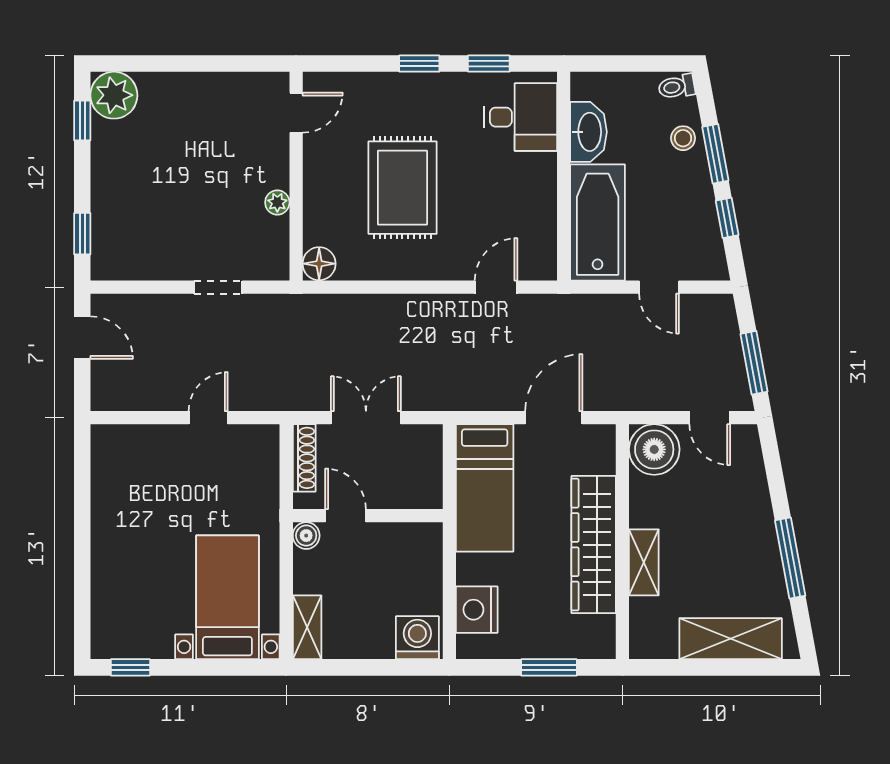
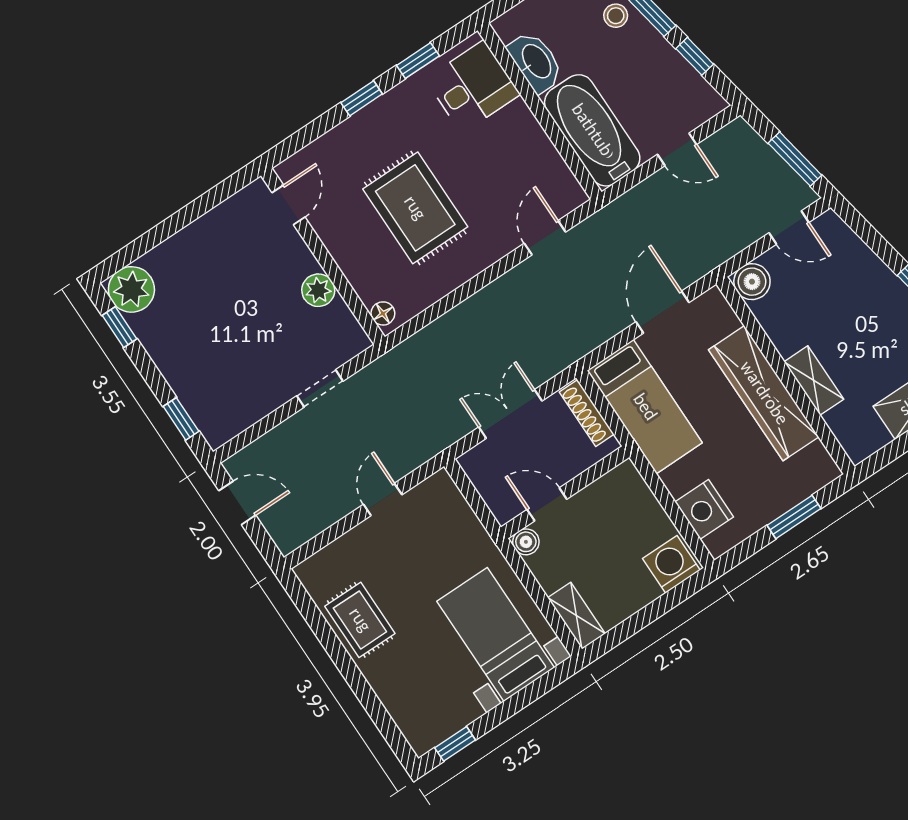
plant: (277, 202) -> (318, 290), width x1.38, depth x1.38
floor lamp: (319, 264) -> (383, 313), width x0.73, depth x0.73
boiler: (654, 449) -> (752, 282), width x0.73, depth x0.73
shoe rack: (304, 458) -> (587, 413), moved, turned 180
rug: (120, 507) -> (360, 620), added

